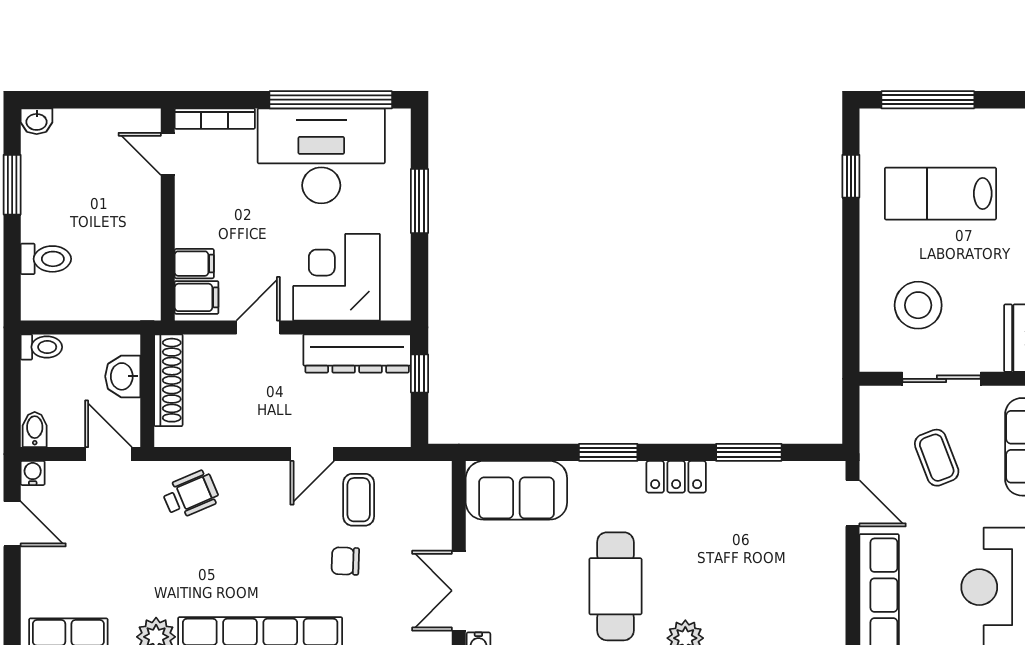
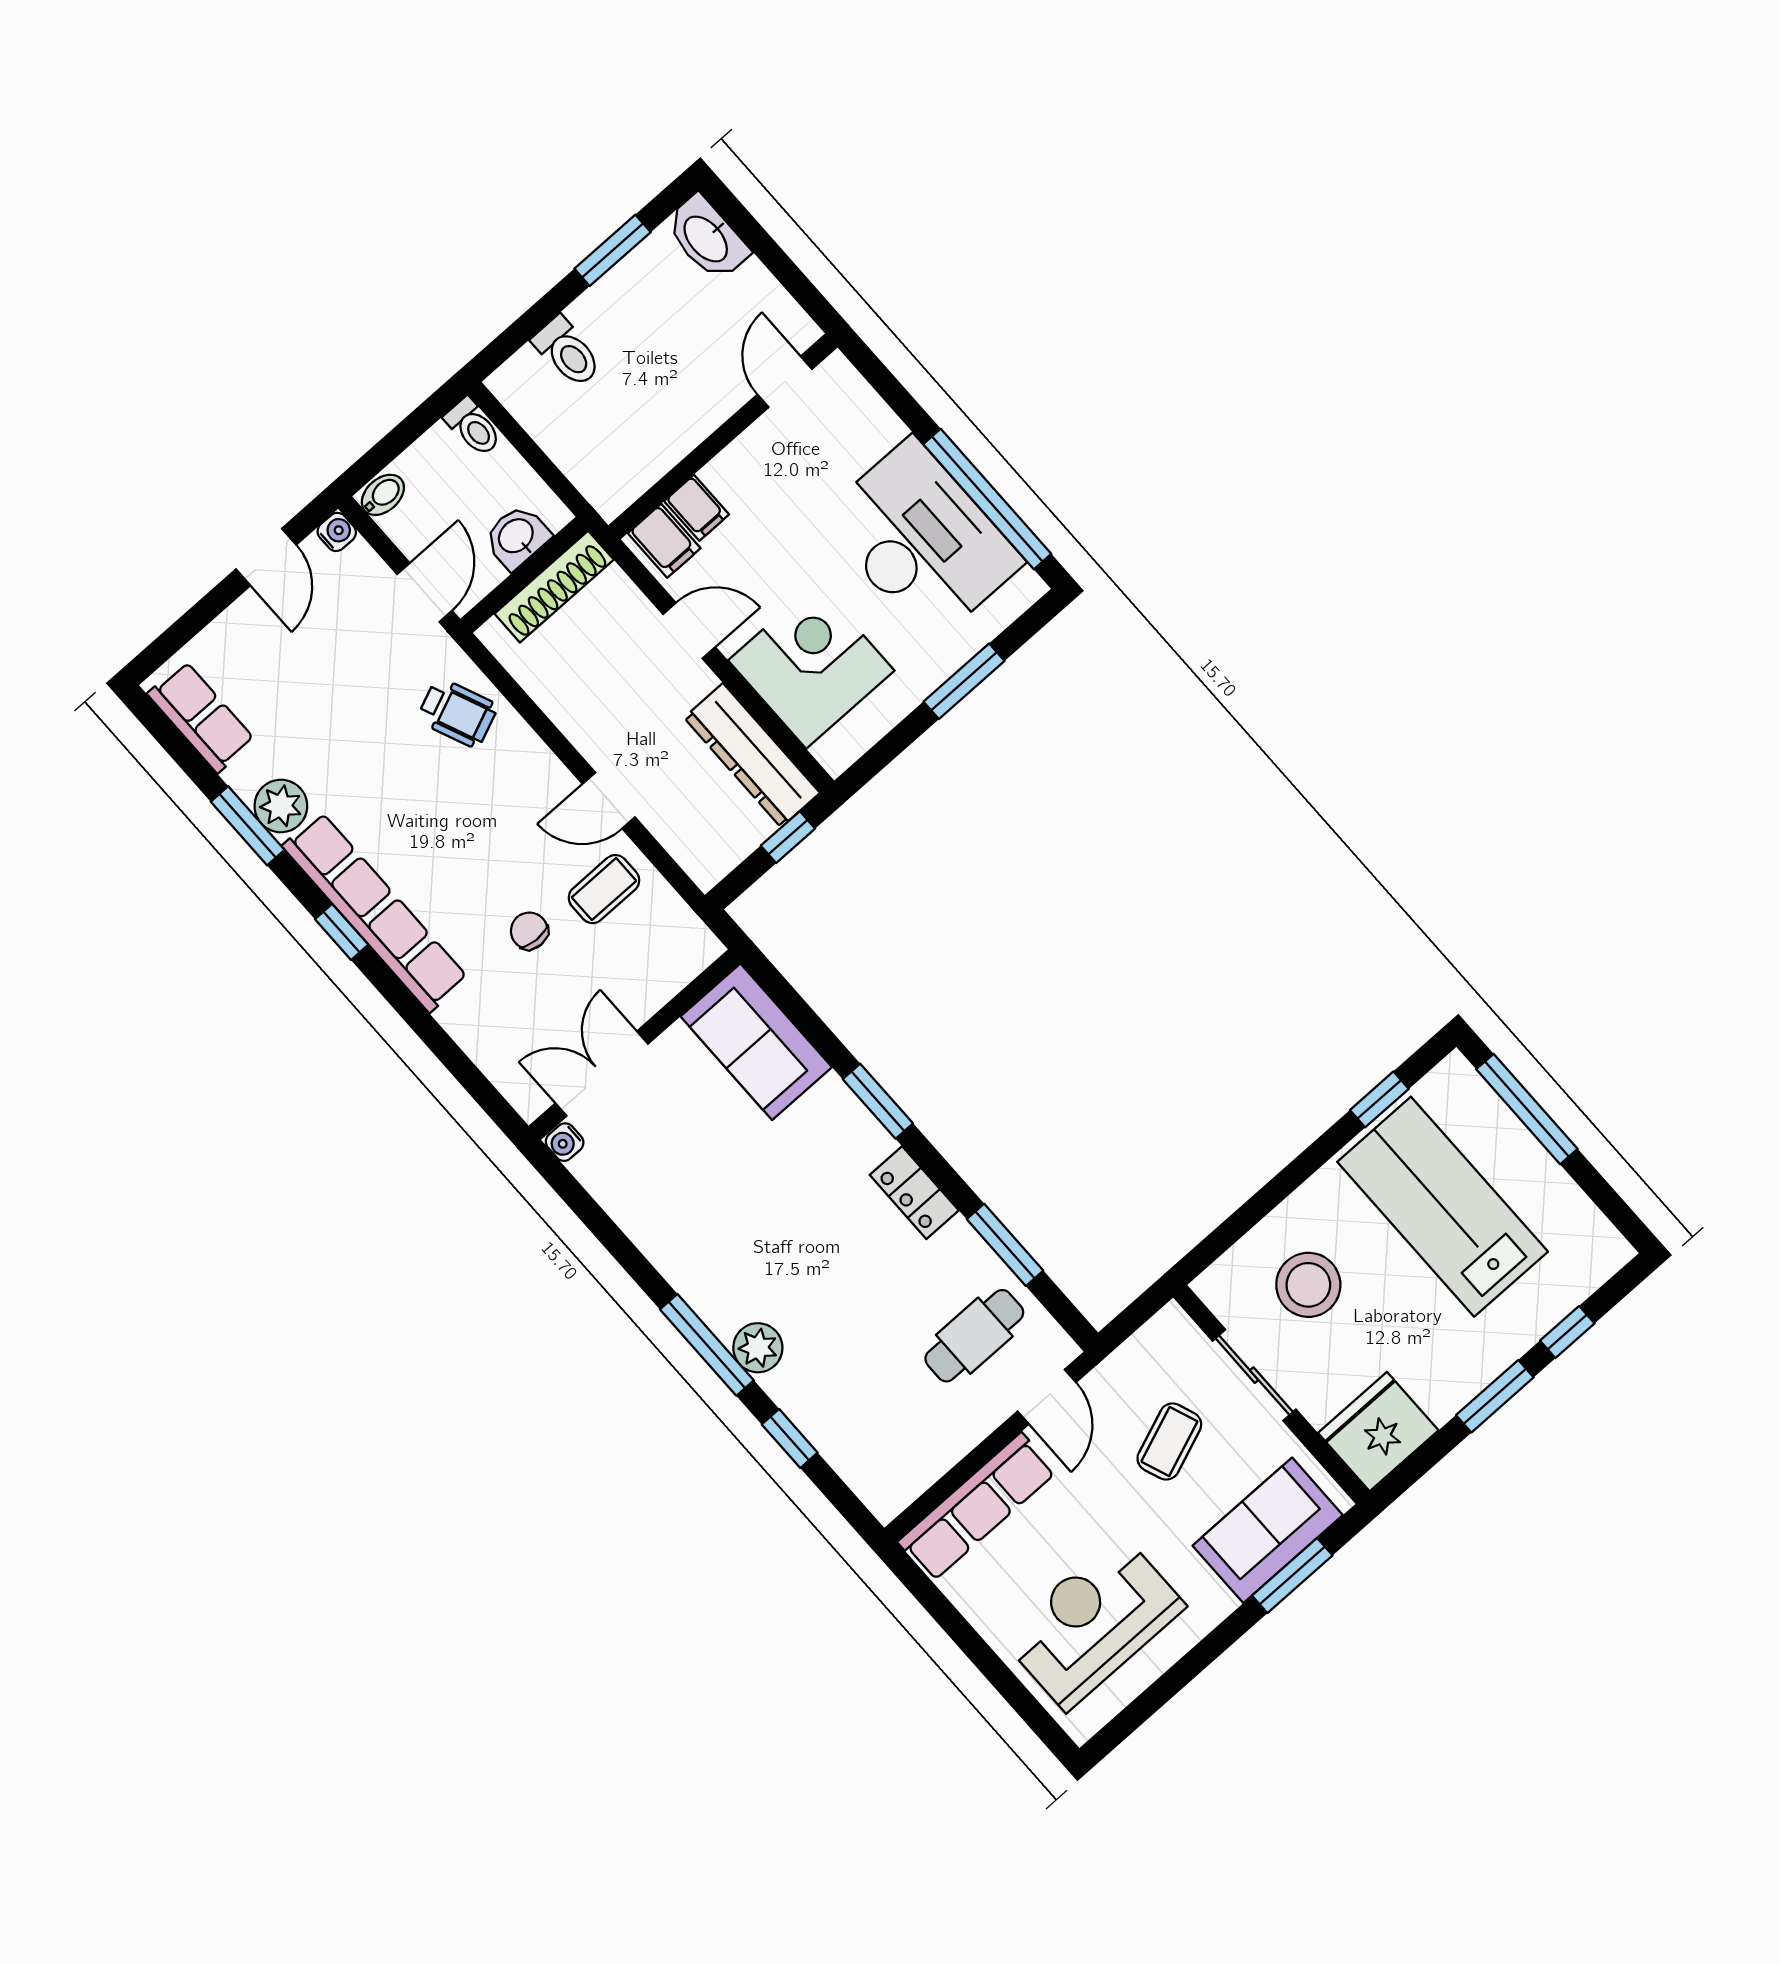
bookcase: (215, 119) -> (863, 398), removed
washbasin: (37, 121) -> (707, 238), width x1.91, depth x1.45
lab bench: (940, 194) -> (1443, 1207), width x1.36, depth x1.39
cafe table: (615, 586) -> (974, 1336), moved, width x0.73, depth x0.74

